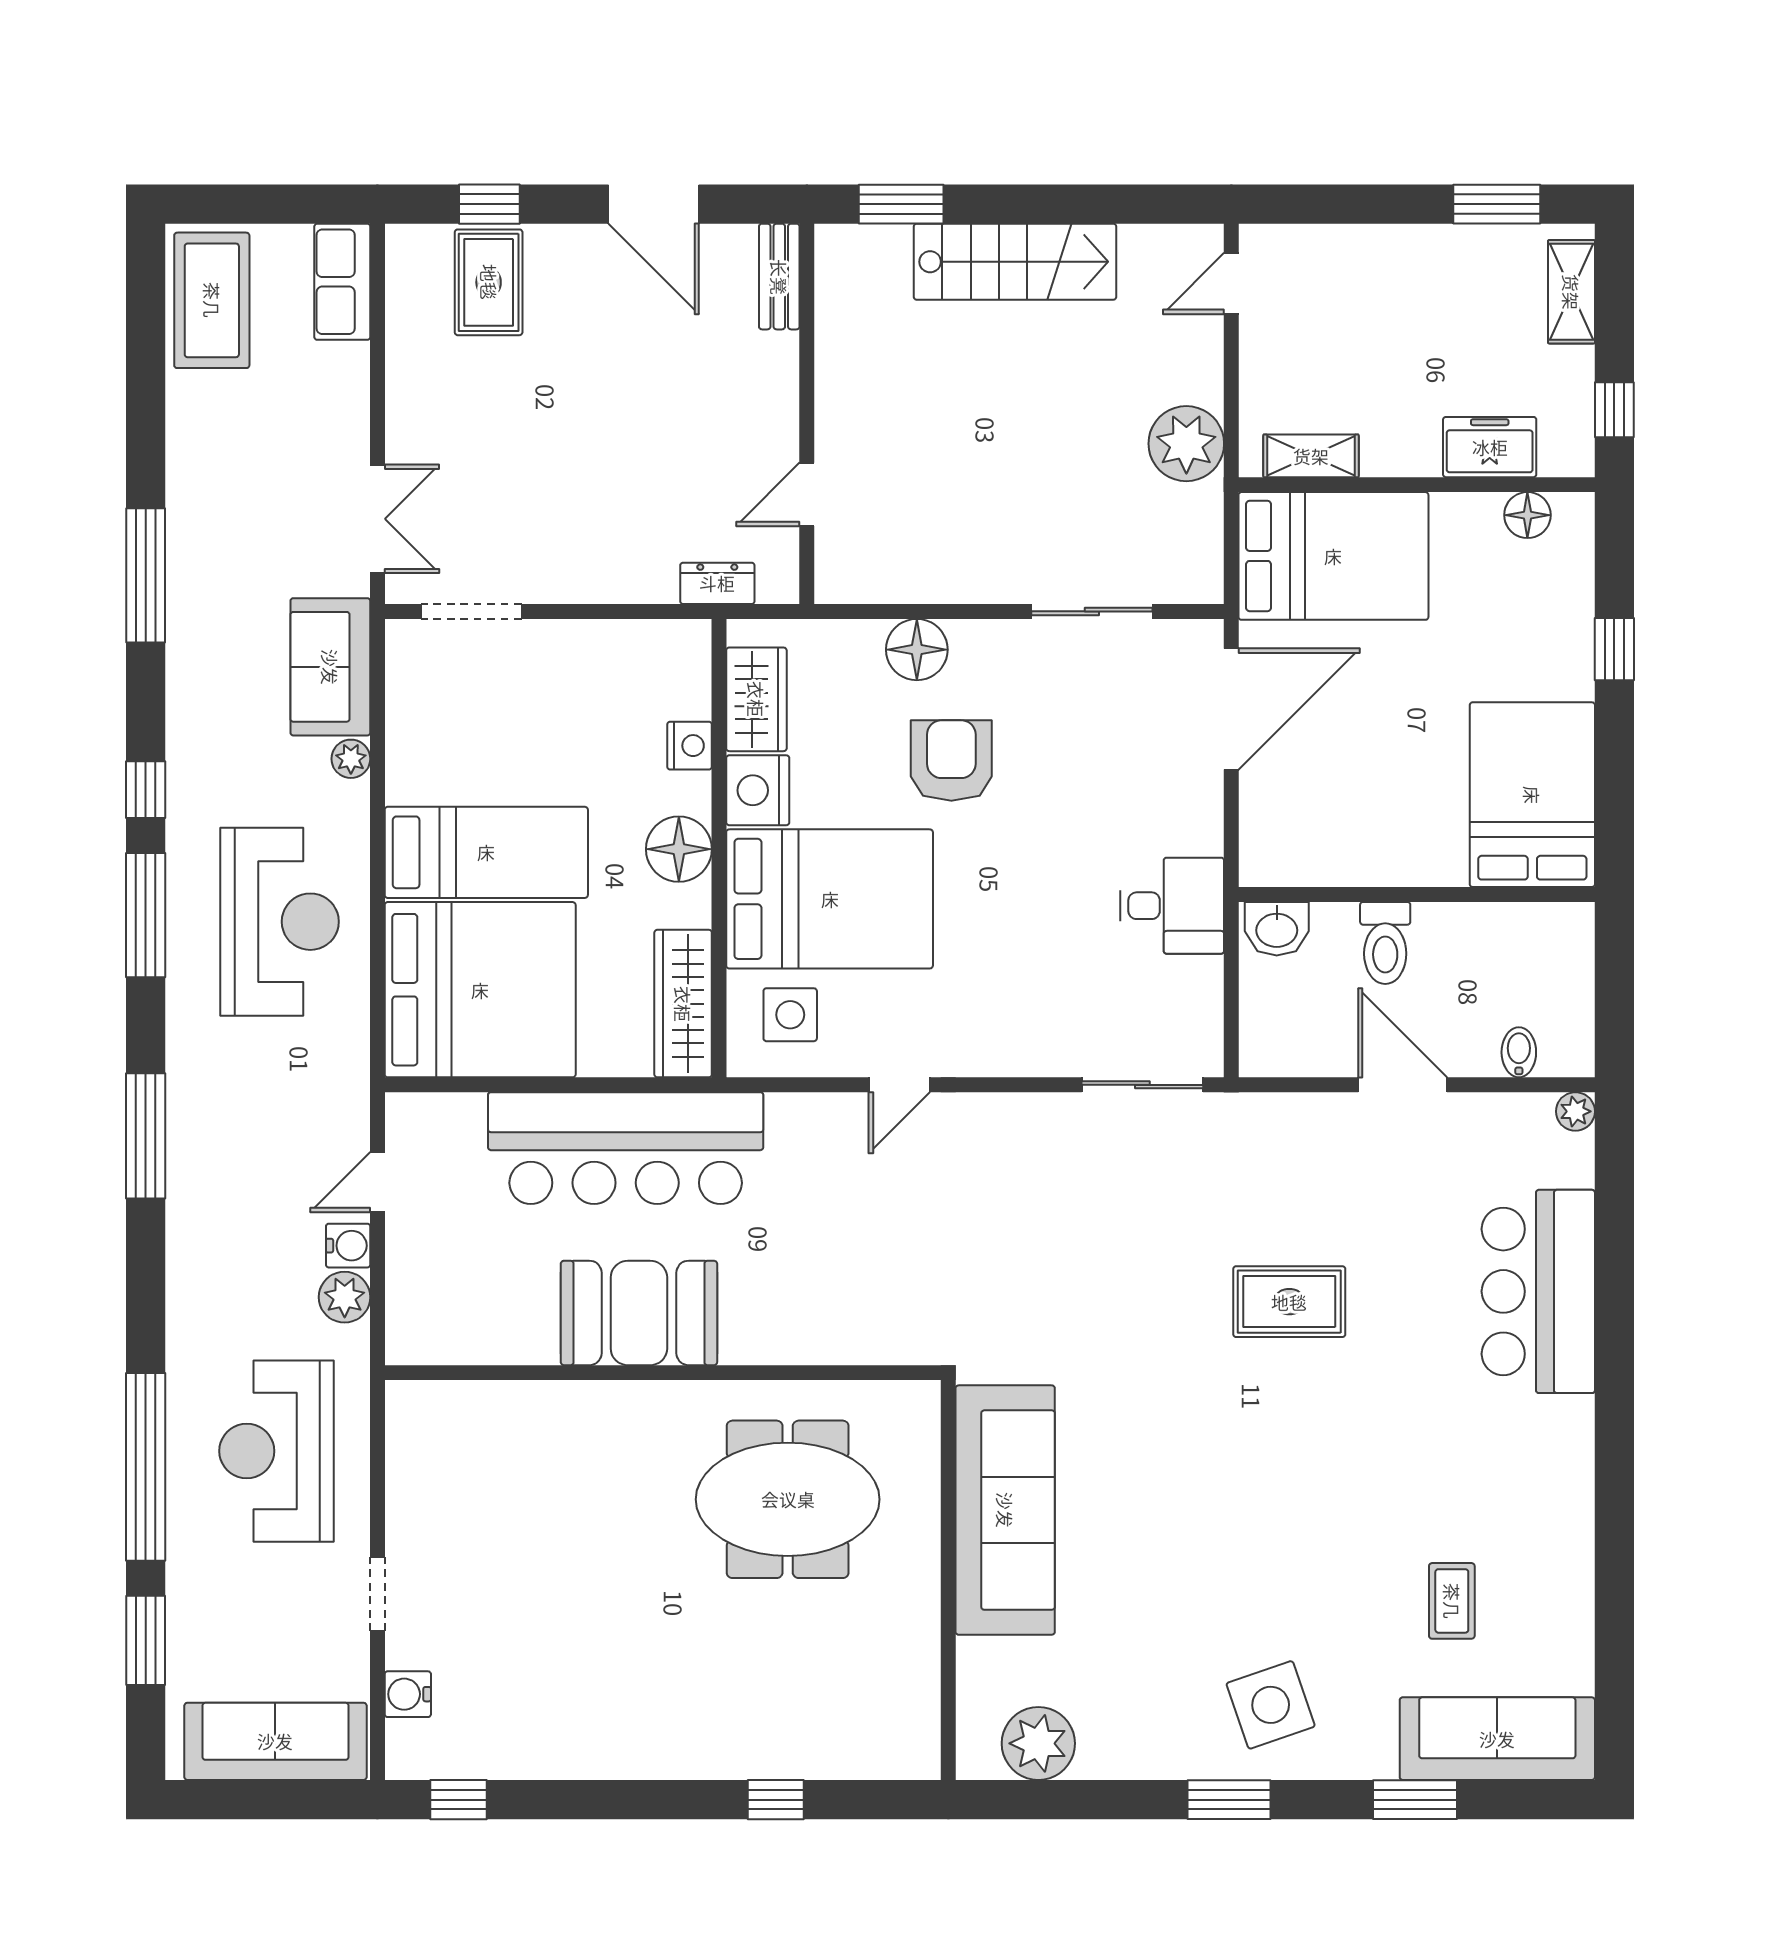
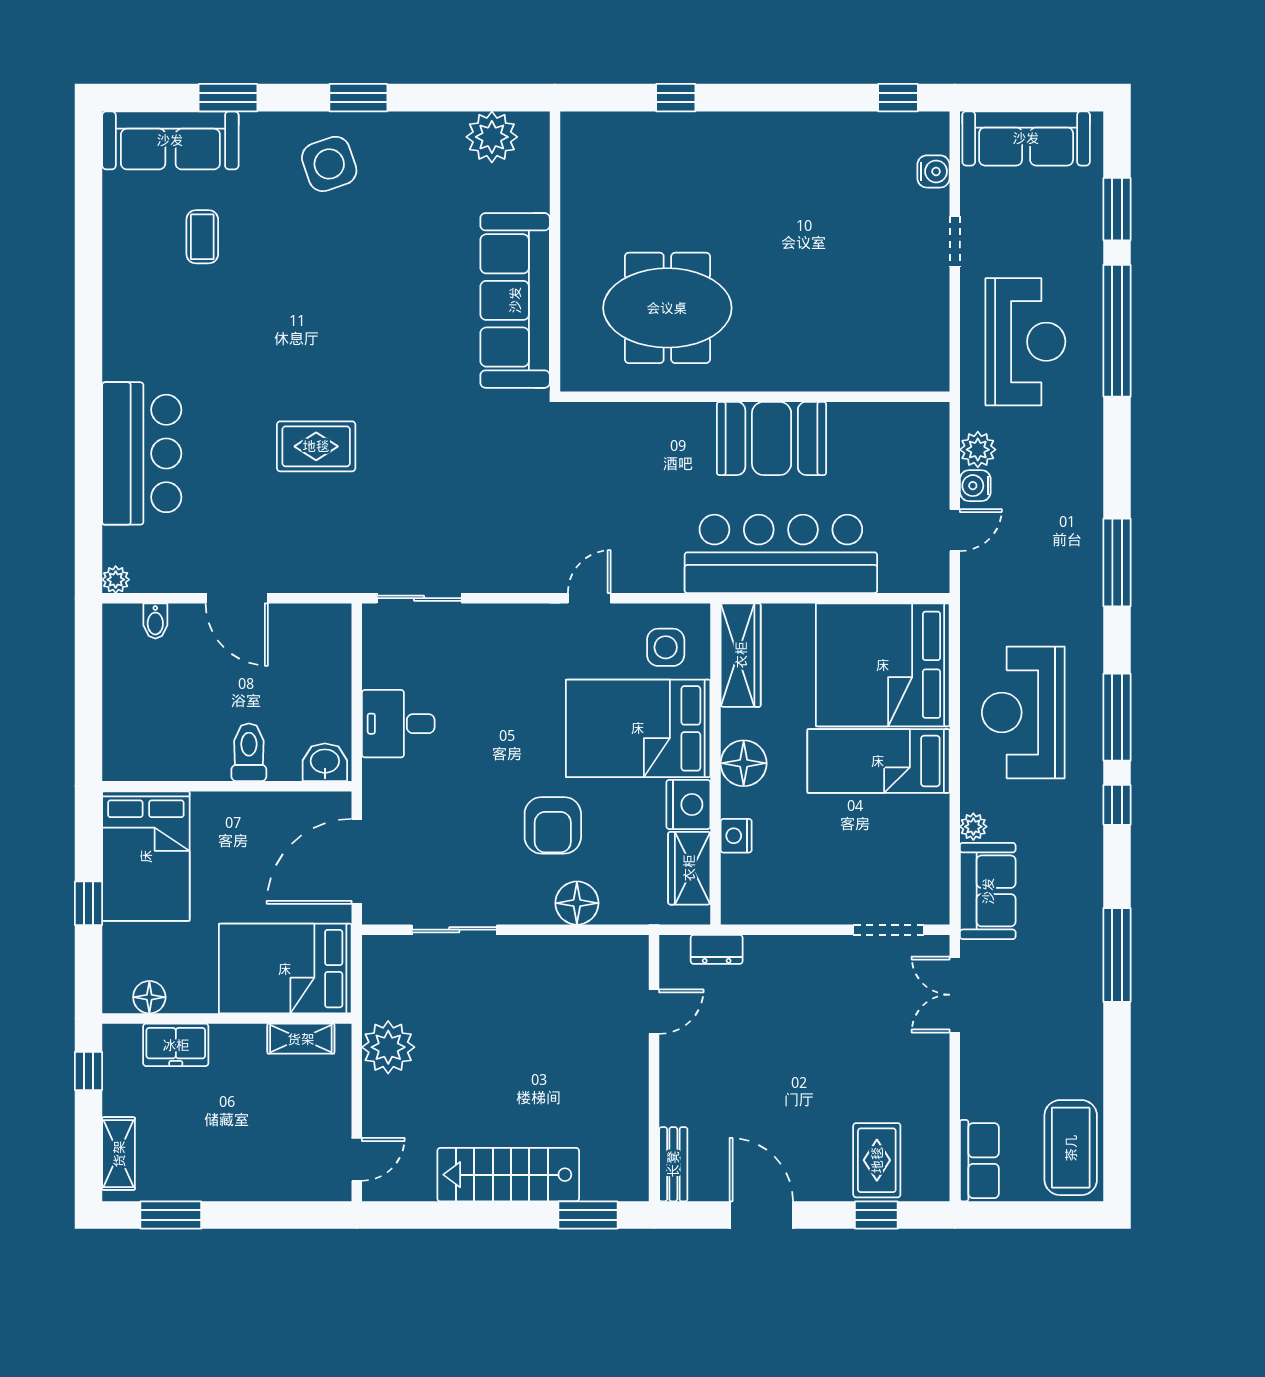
bed: (1532, 795) -> (146, 856), moved
wall: (1417, 894) -> (227, 786), moved
washbasin: (1277, 929) -> (325, 762), moved
toilet: (1385, 943) -> (249, 752), moved

